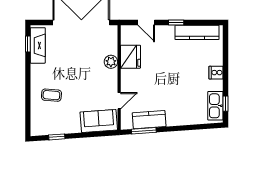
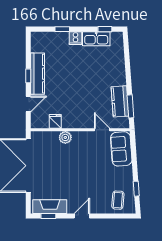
kitchen counter: (197, 32) -> (37, 74), moved
fridge: (130, 57) -> (55, 121), width x0.53, depth x0.75
window: (226, 59) -> (62, 29), added
door: (28, 79) -> (82, 216), added
coffee table: (51, 95) -> (118, 200), moved
kitchen sink: (215, 106) -> (96, 39), moved

